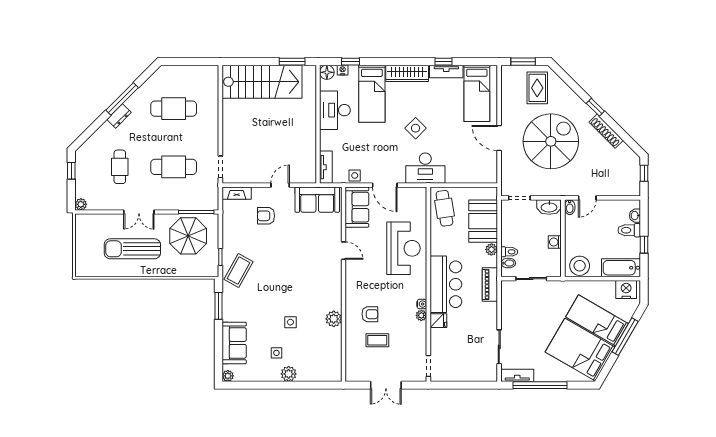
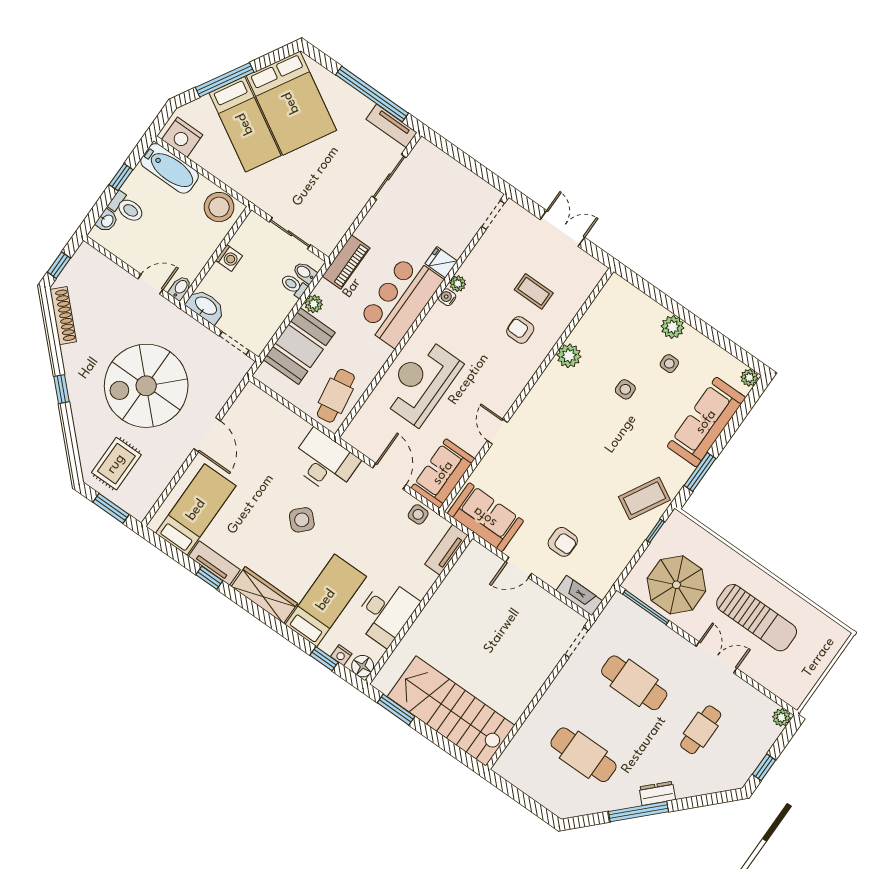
shoe rack: (606, 131) -> (63, 316), moved
sofa: (234, 343) -> (706, 422), width x1.36

